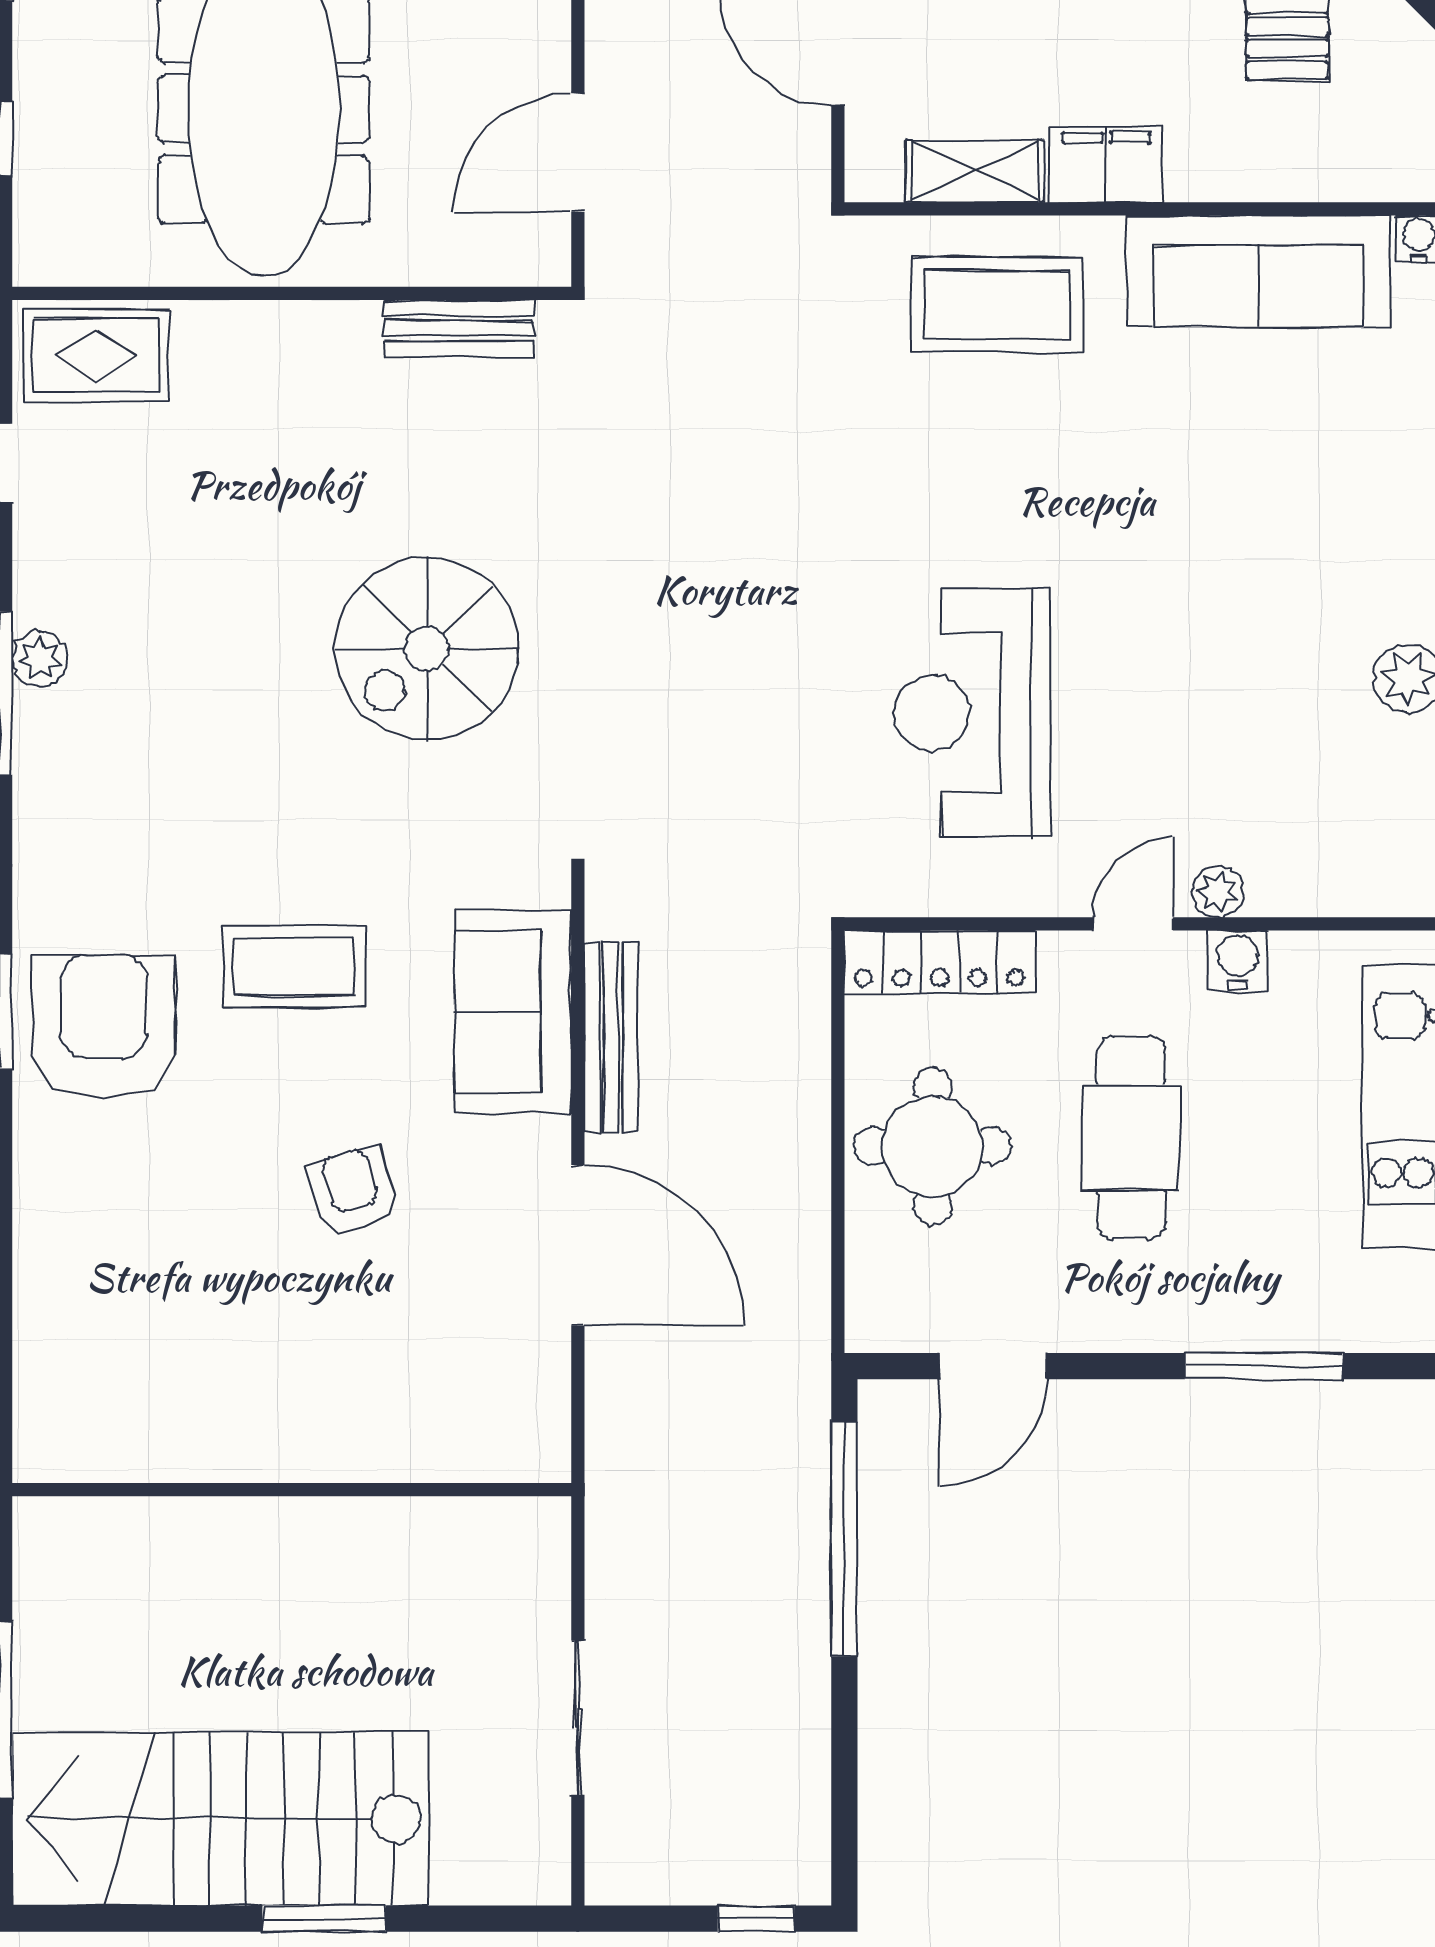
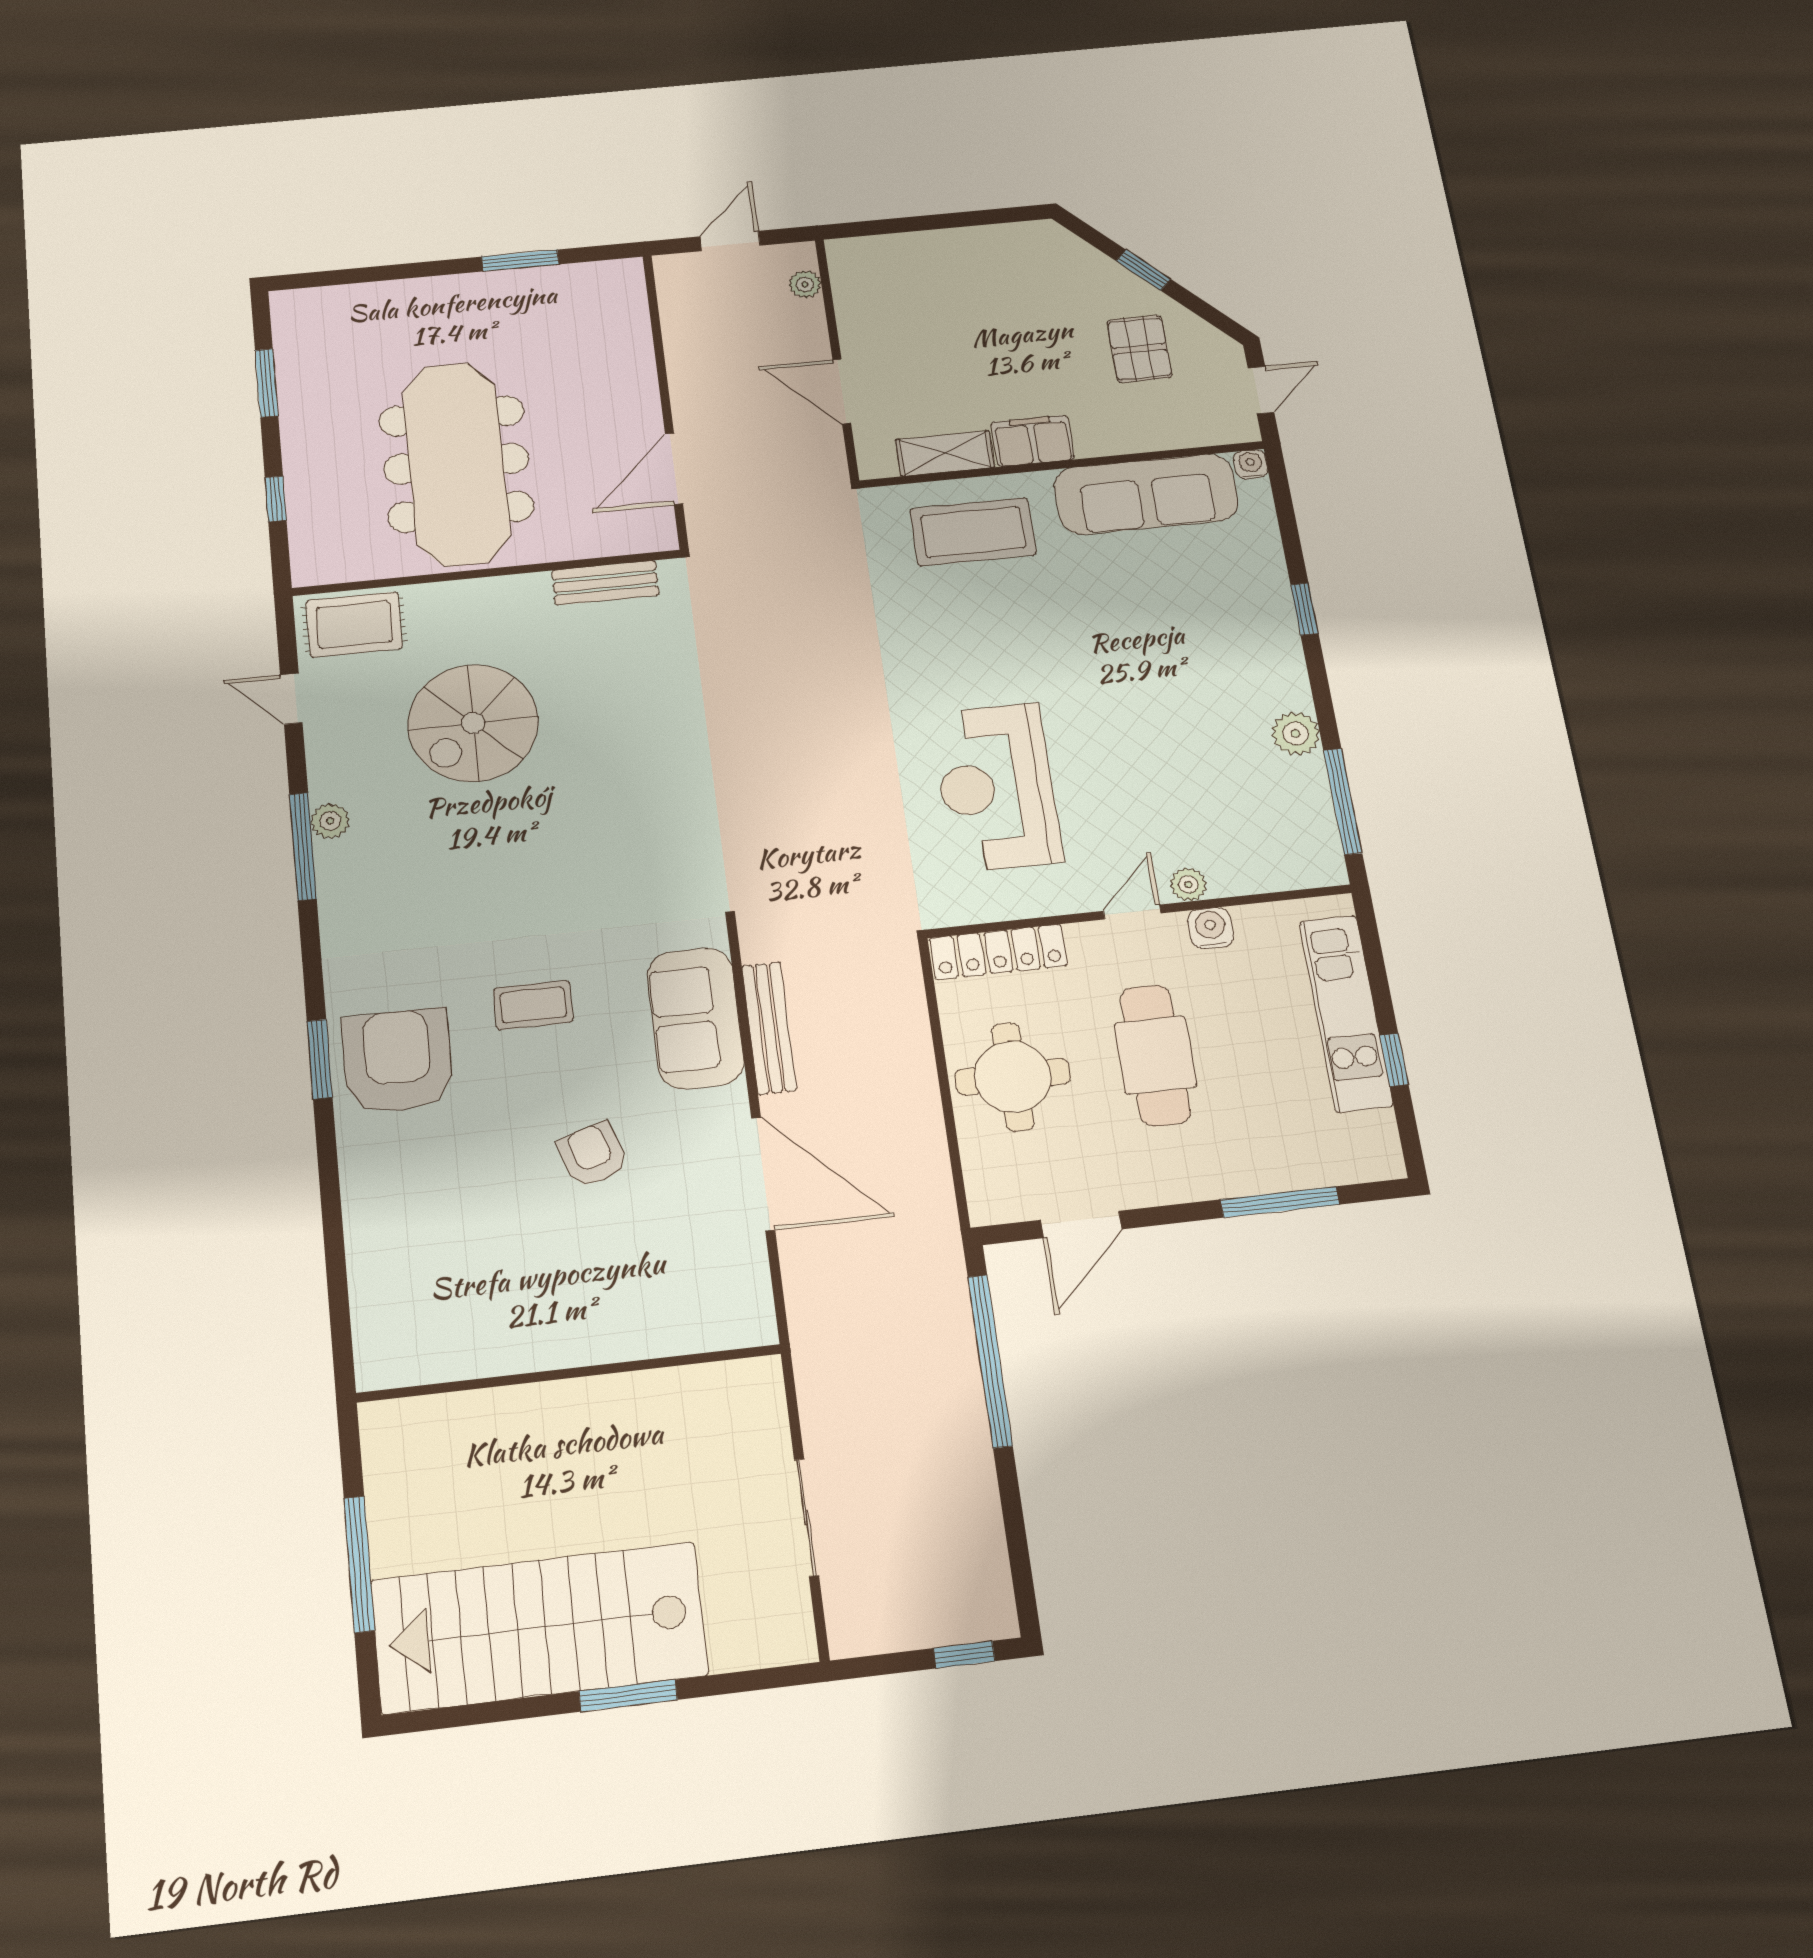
spiral stairs: (427, 649) -> (473, 723), moved
coffee table: (294, 966) -> (533, 1005), width x0.73, depth x0.77

